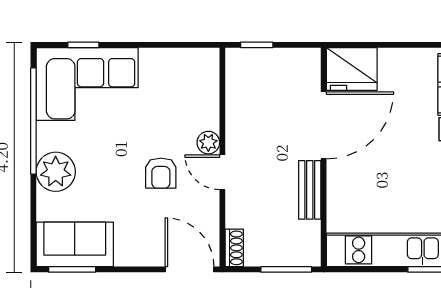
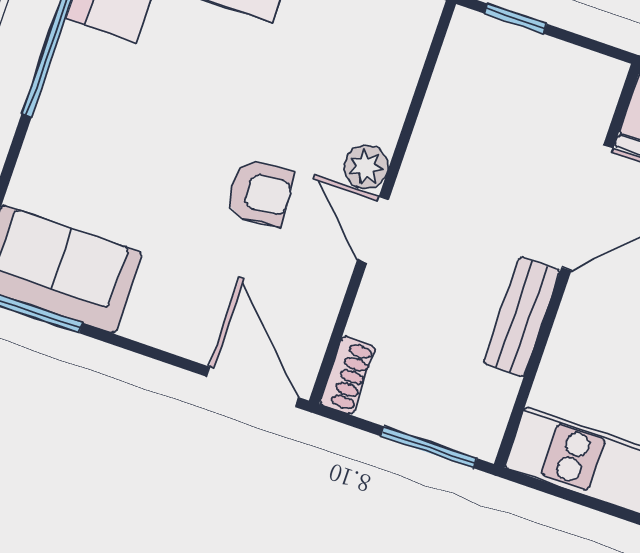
plant: (56, 172) -> (69, 125), removed
armchair: (161, 173) -> (260, 193), turned -95

